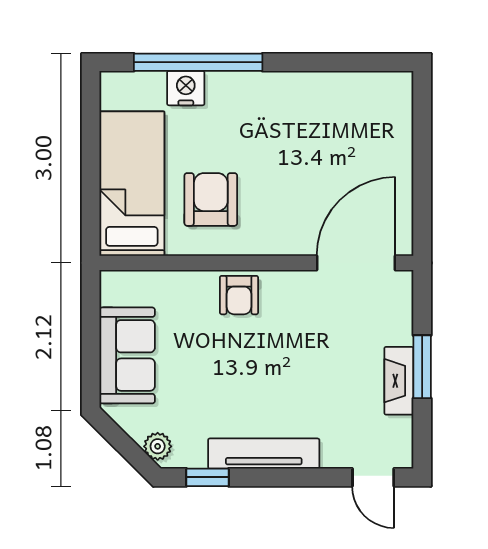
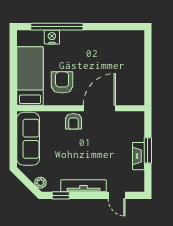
door: (356, 263) -> (99, 108), moved
sofa: (127, 355) -> (28, 139), width x1.36
door: (373, 477) -> (117, 195), moved

